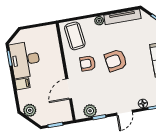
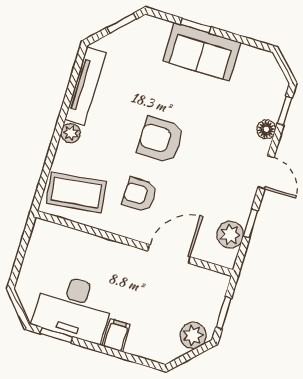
armchair: (116, 61) -> (161, 140), turned 99
armchair: (88, 63) -> (140, 194), turned 90
door: (69, 89) -> (169, 254), swing flipped
plant: (30, 110) -> (193, 335), moved

